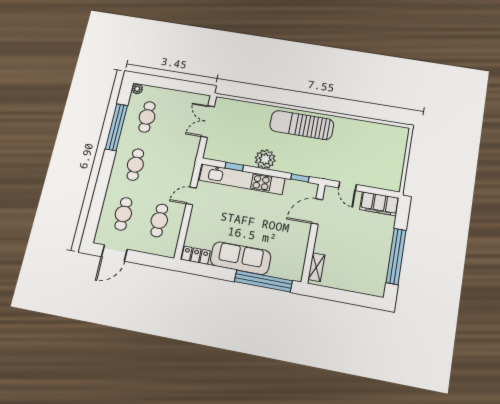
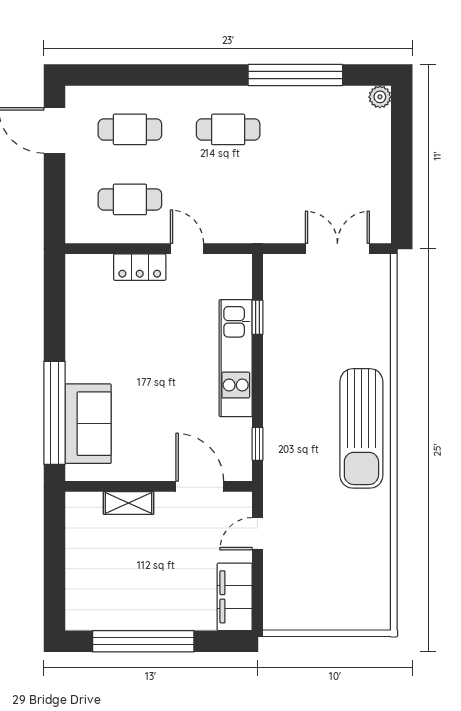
cafe table: (147, 117) -> (326, 129), removed
sun lounger: (302, 125) -> (361, 428), turned 180
plant: (265, 159) -> (282, 372), removed
kitchen unit: (242, 179) -> (236, 358), width x0.73
locker: (196, 255) -> (140, 267), moved, turned 90
sofa: (241, 258) -> (88, 424), moved, width x0.73
shelving: (316, 267) -> (129, 503), moved

